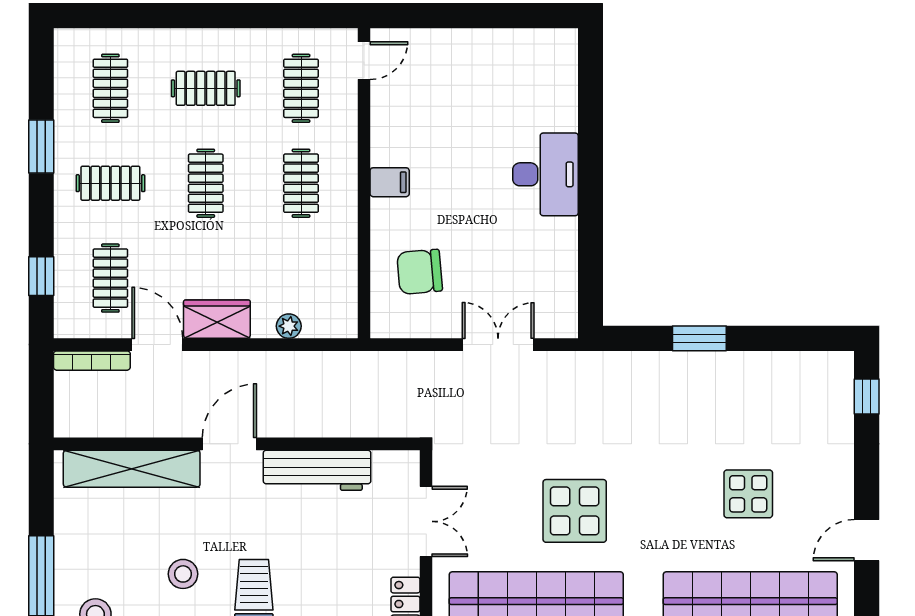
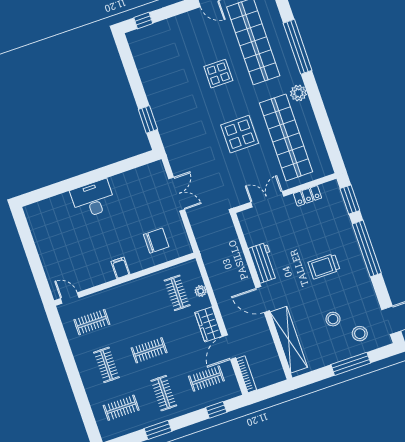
clothes rail: (301, 183) -> (177, 293), moved, turned 90
chair: (420, 272) -> (156, 241), turned -85
window: (699, 338) -> (148, 119), moved
double door: (498, 345) -> (177, 194), swing flipped
workbench: (317, 470) -> (263, 263), width x0.73
display table: (748, 494) -> (218, 74), moved
stool: (183, 574) -> (333, 319), moved

